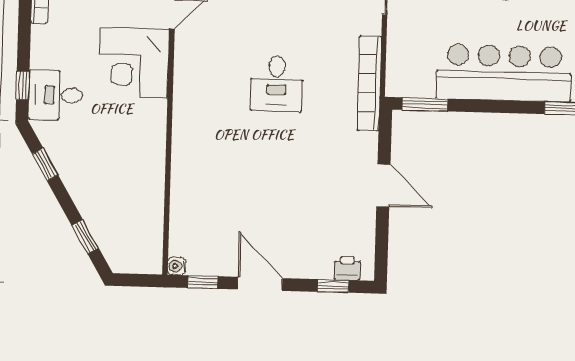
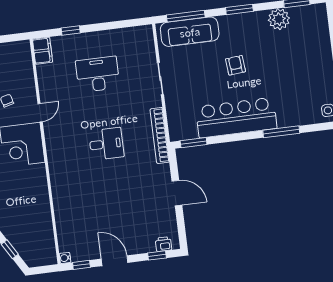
desk: (277, 84) -> (106, 144), turned -90

